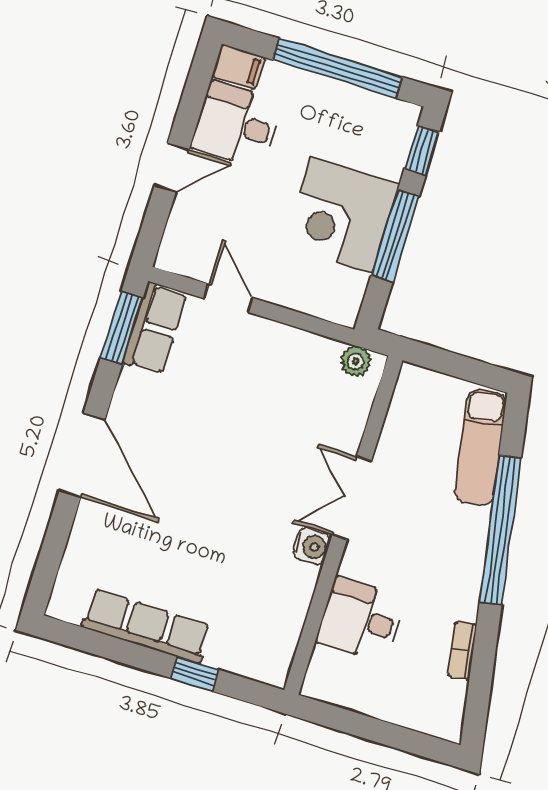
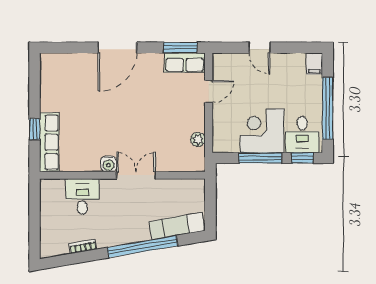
desk: (237, 125) -> (302, 135), moved, turned 180
plant: (356, 361) -> (198, 139), moved
row of seats: (146, 626) -> (49, 142), moved

